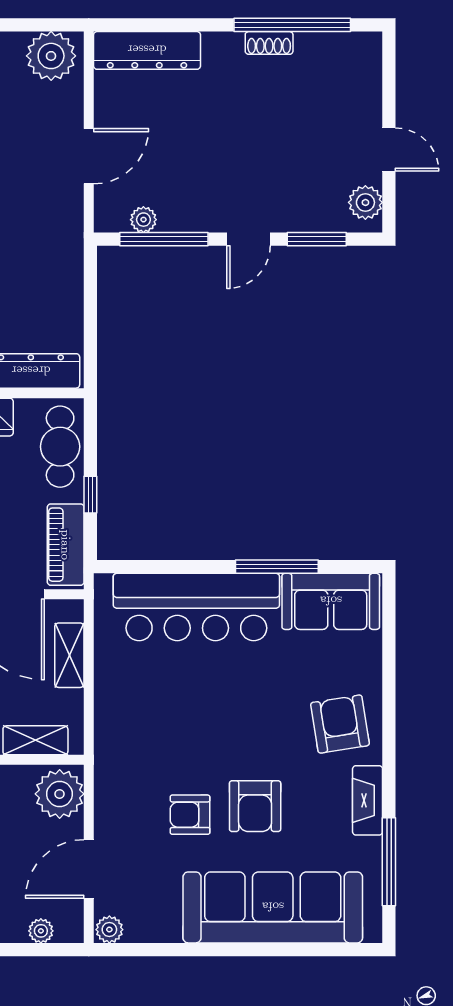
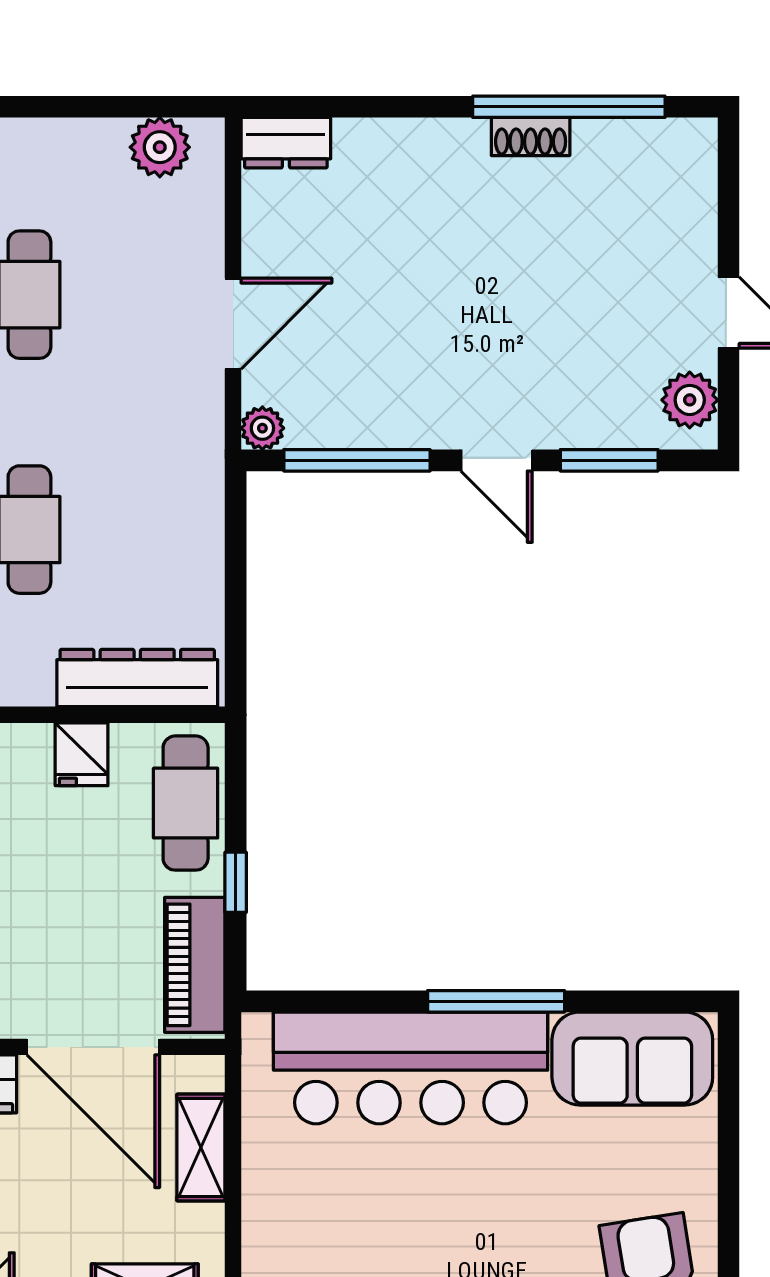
dresser: (147, 50) -> (286, 143), width x0.51, depth x0.80
plant: (51, 56) -> (160, 147), width x0.73, depth x0.73
plant: (143, 220) -> (262, 428), moved
door: (248, 239) -> (497, 460), hinge flipped
window: (277, 567) -> (496, 1001), moved

